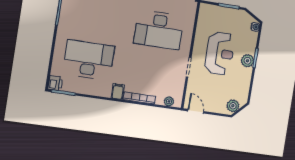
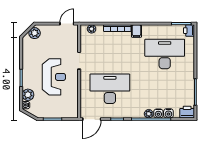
reception desk: (220, 53) -> (54, 77), turned 180
desk: (89, 60) -> (165, 54), turned 180
plant: (247, 61) -> (28, 95), moved
door: (196, 111) -> (67, 24), swing flipped

